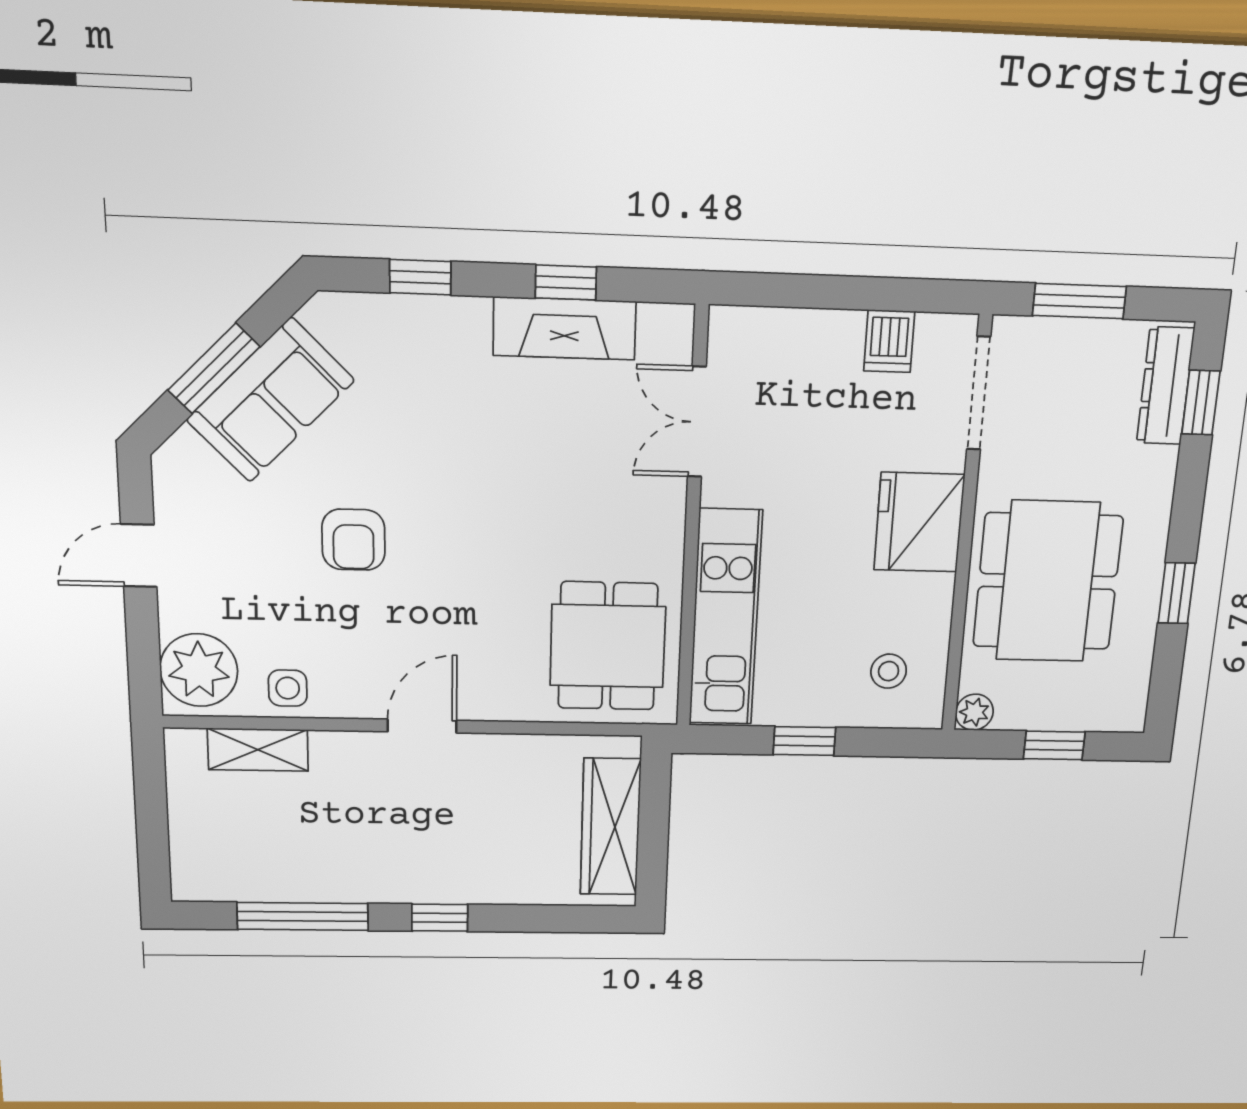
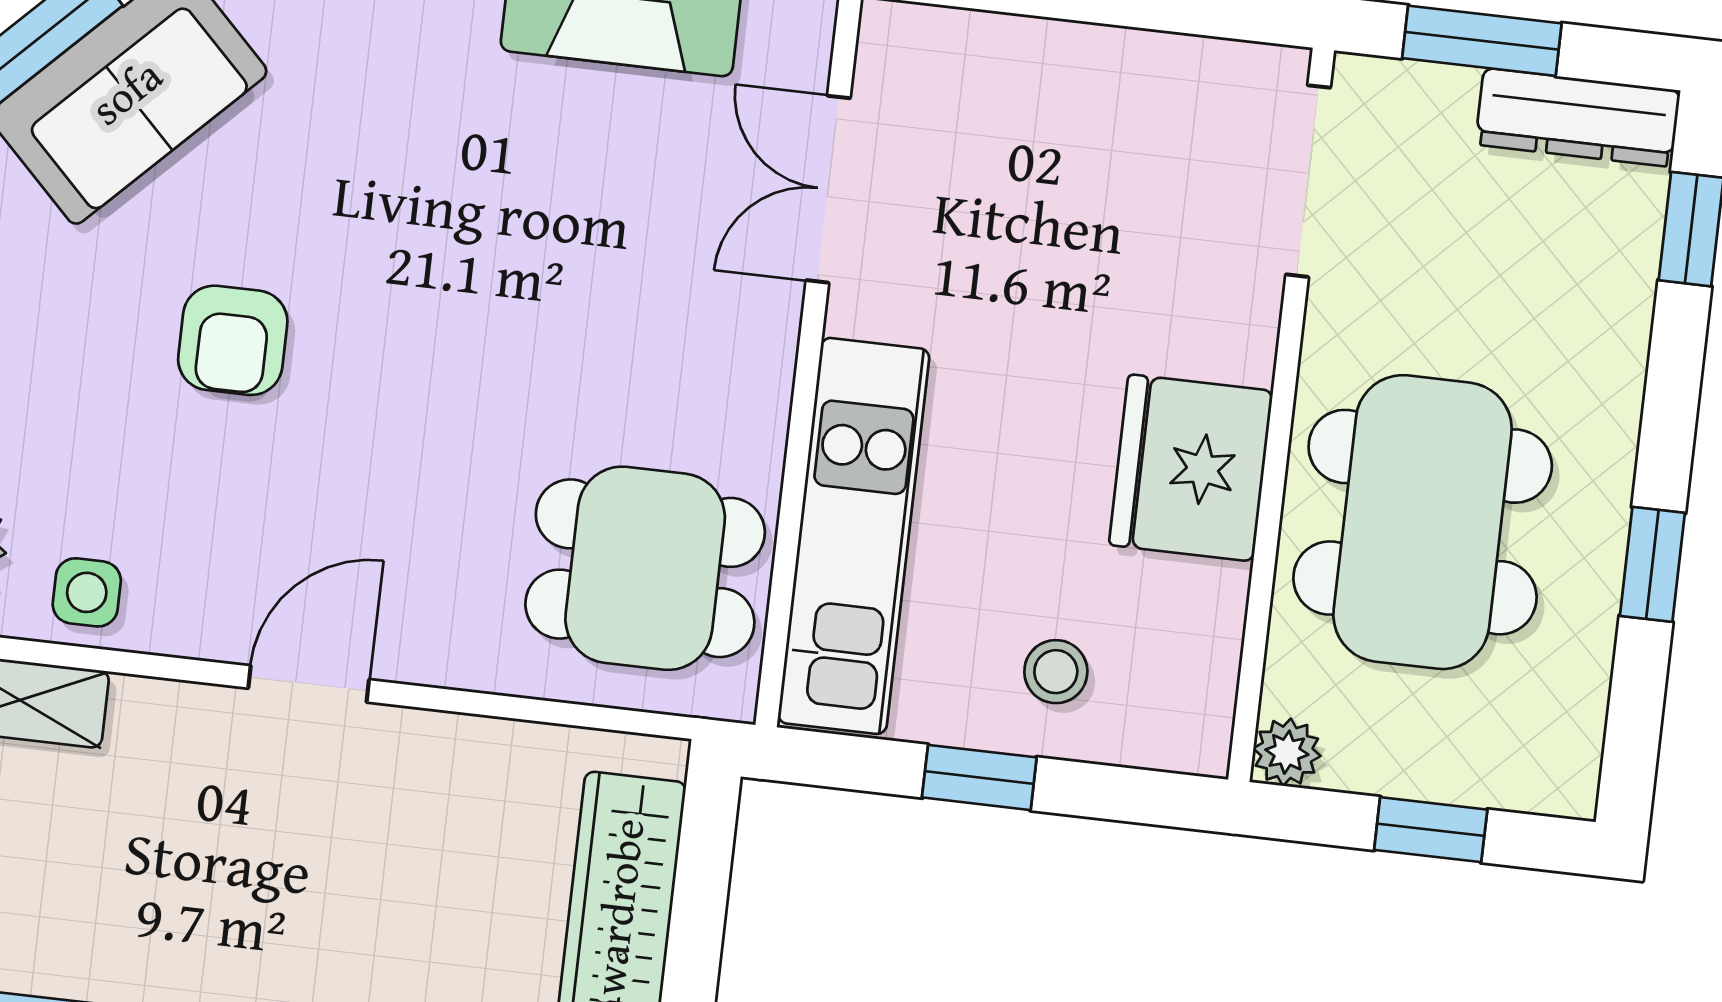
dishwasher: (889, 341) -> (1159, 81), removed
dresser: (1165, 386) -> (1578, 117), moved, turned -90
fridge: (919, 522) -> (1191, 468), moved
dining table: (608, 646) -> (645, 568), turned 90
stool: (889, 671) -> (1056, 672), moved

